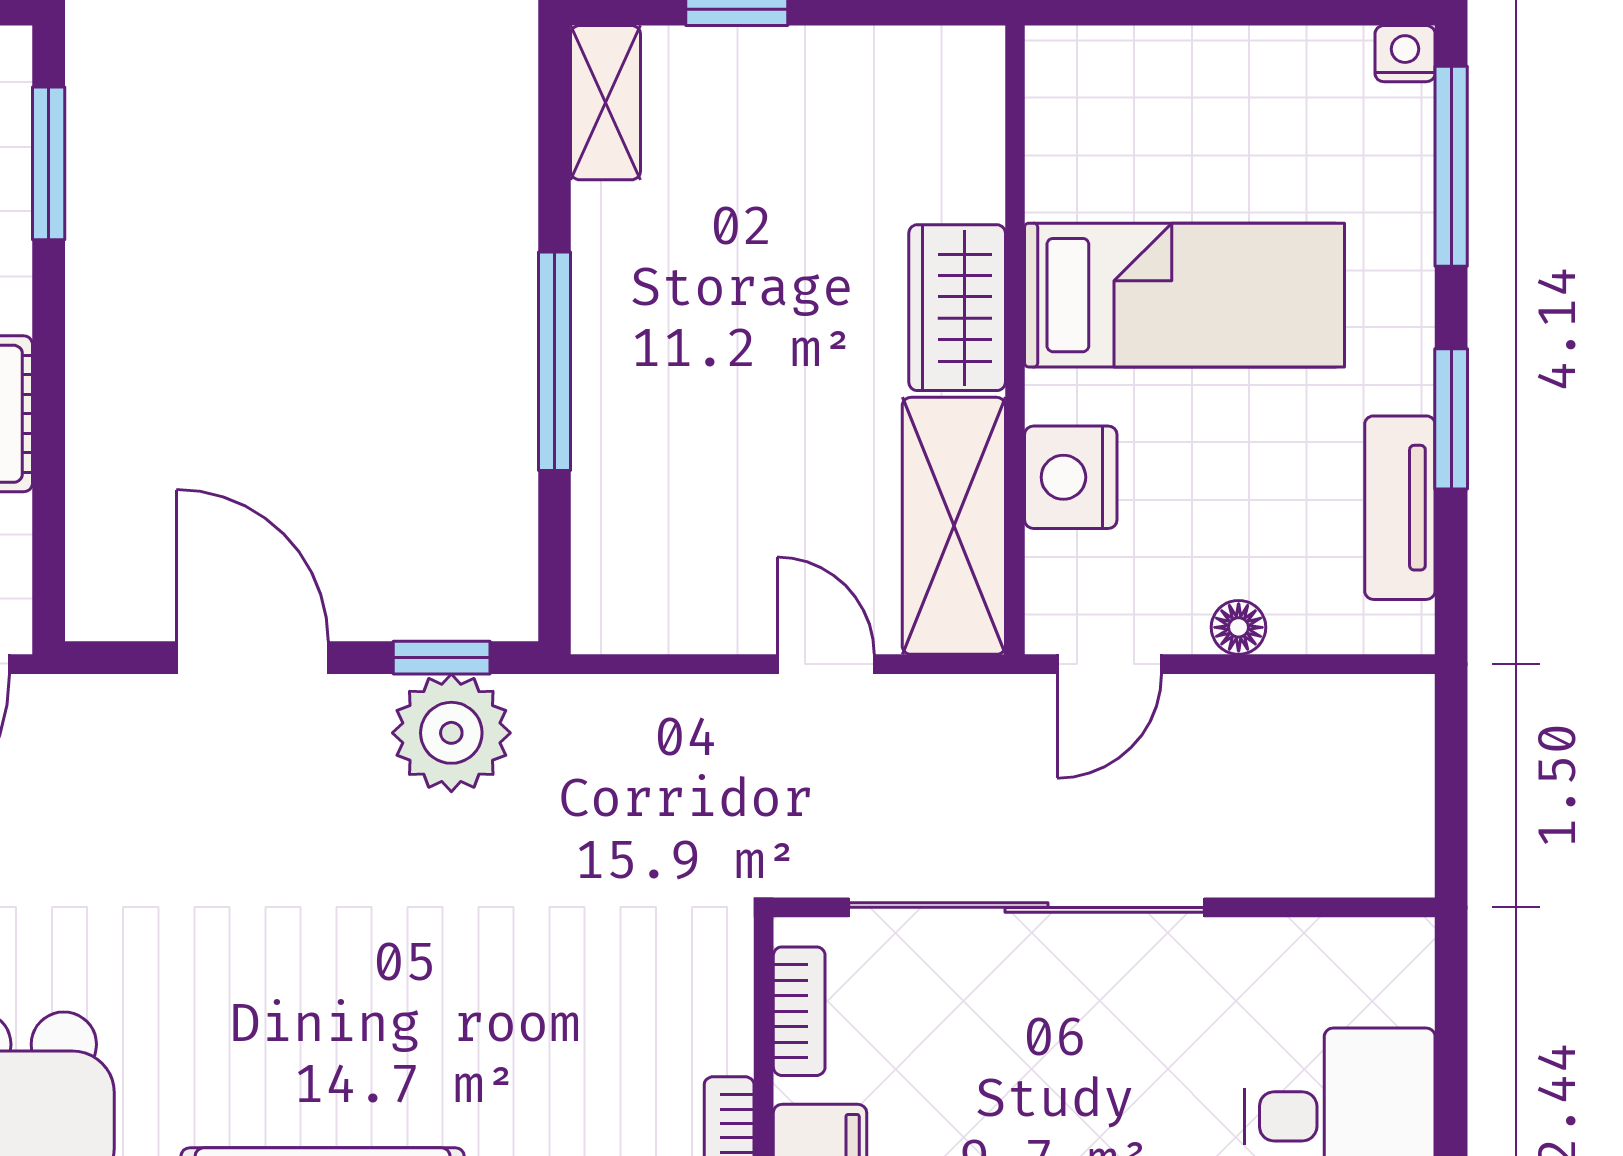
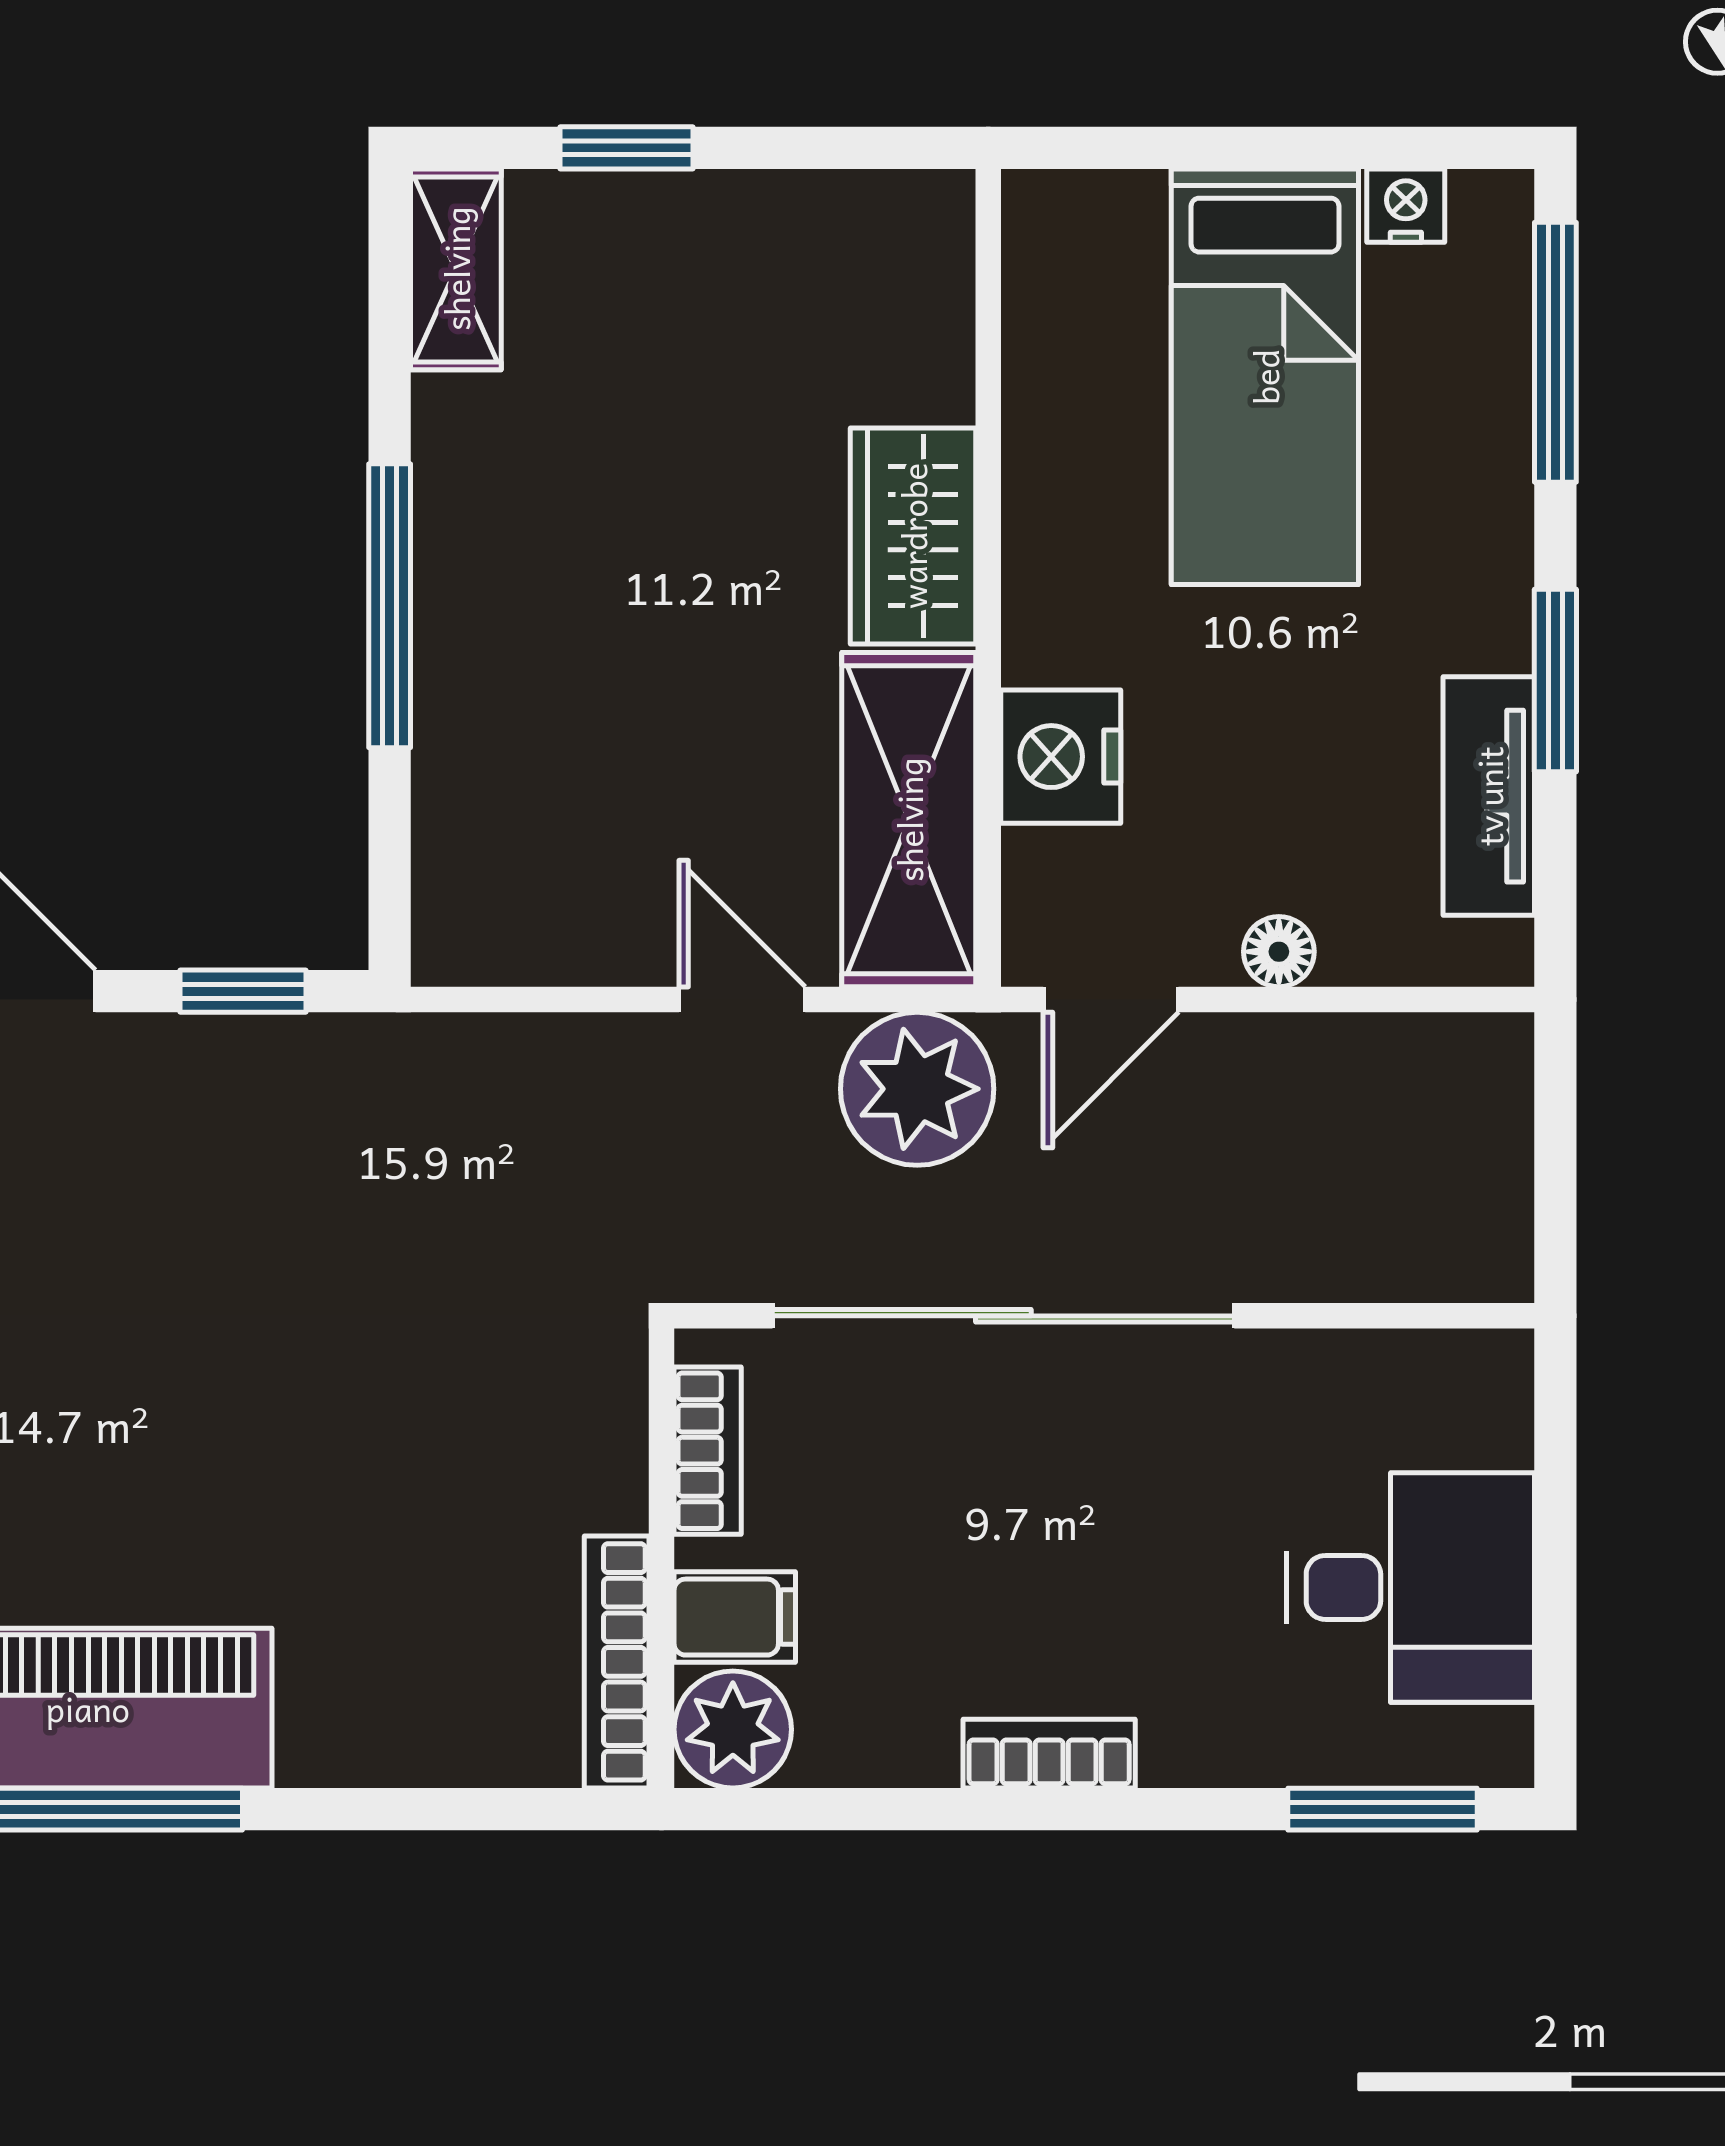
nightstand: (1405, 54) -> (1406, 206), moved
bed: (1185, 295) -> (1265, 377), moved, turned 90
plant: (451, 733) -> (917, 1089), moved

